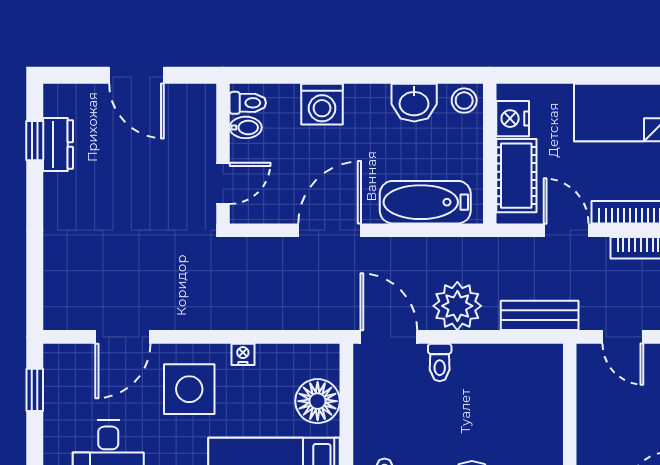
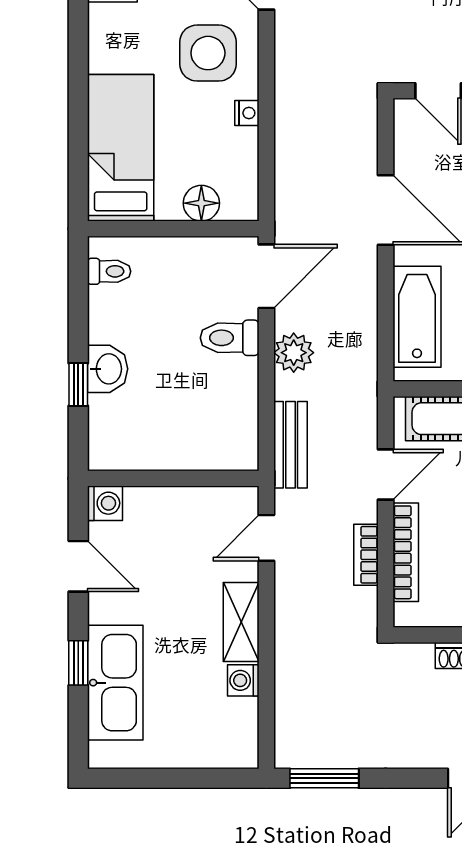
plant: (457, 306) -> (294, 353), width x0.73, depth x0.73
toilet: (440, 362) -> (230, 338), width x1.37, depth x1.39
floor lamp: (318, 401) -> (201, 203), width x0.73, depth x0.73

